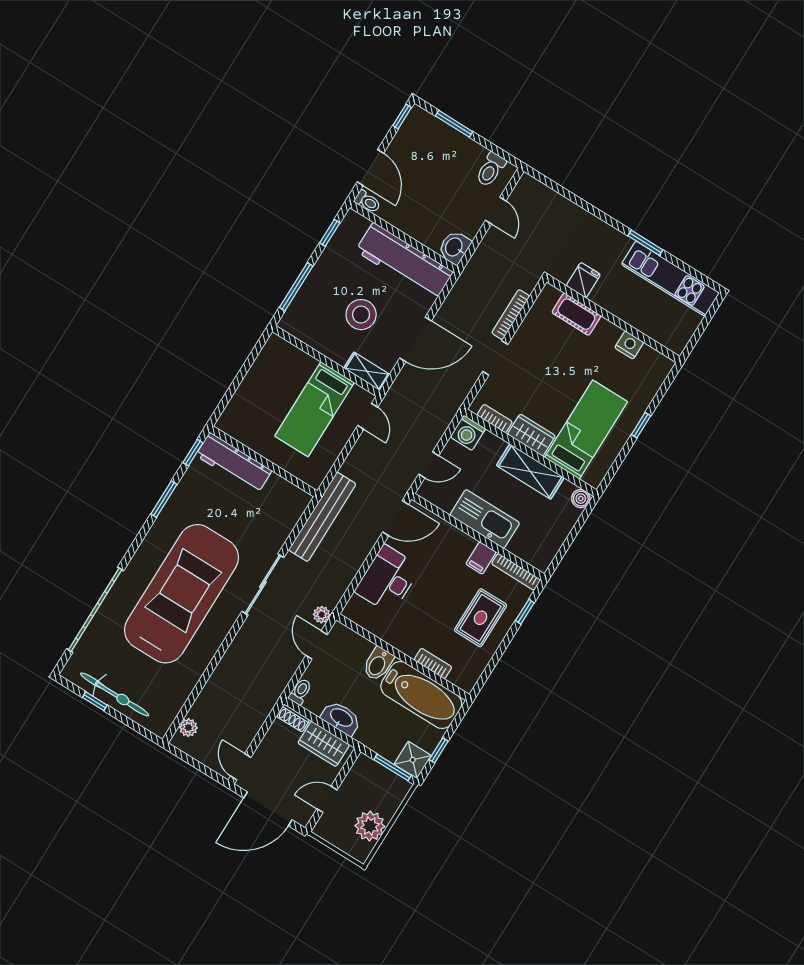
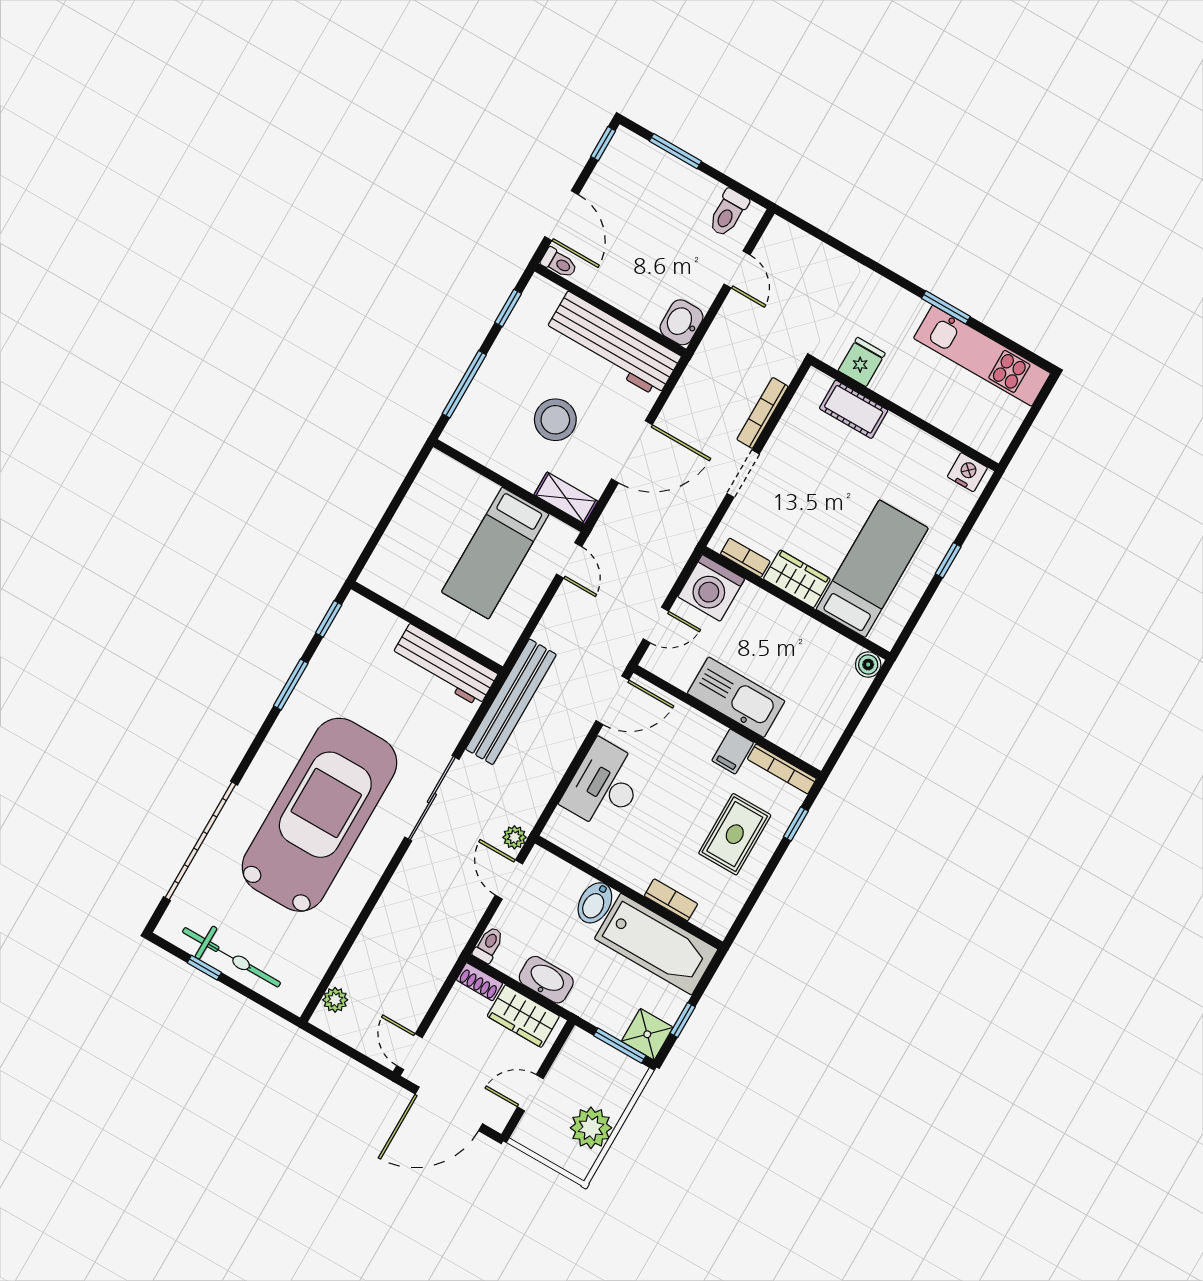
nightstand: (629, 345) -> (967, 472), moved
washing machine: (468, 433) -> (711, 588), width x1.37, depth x1.37
workbench: (234, 463) -> (445, 665), moved
shelving: (530, 472) -> (797, 629), removed

